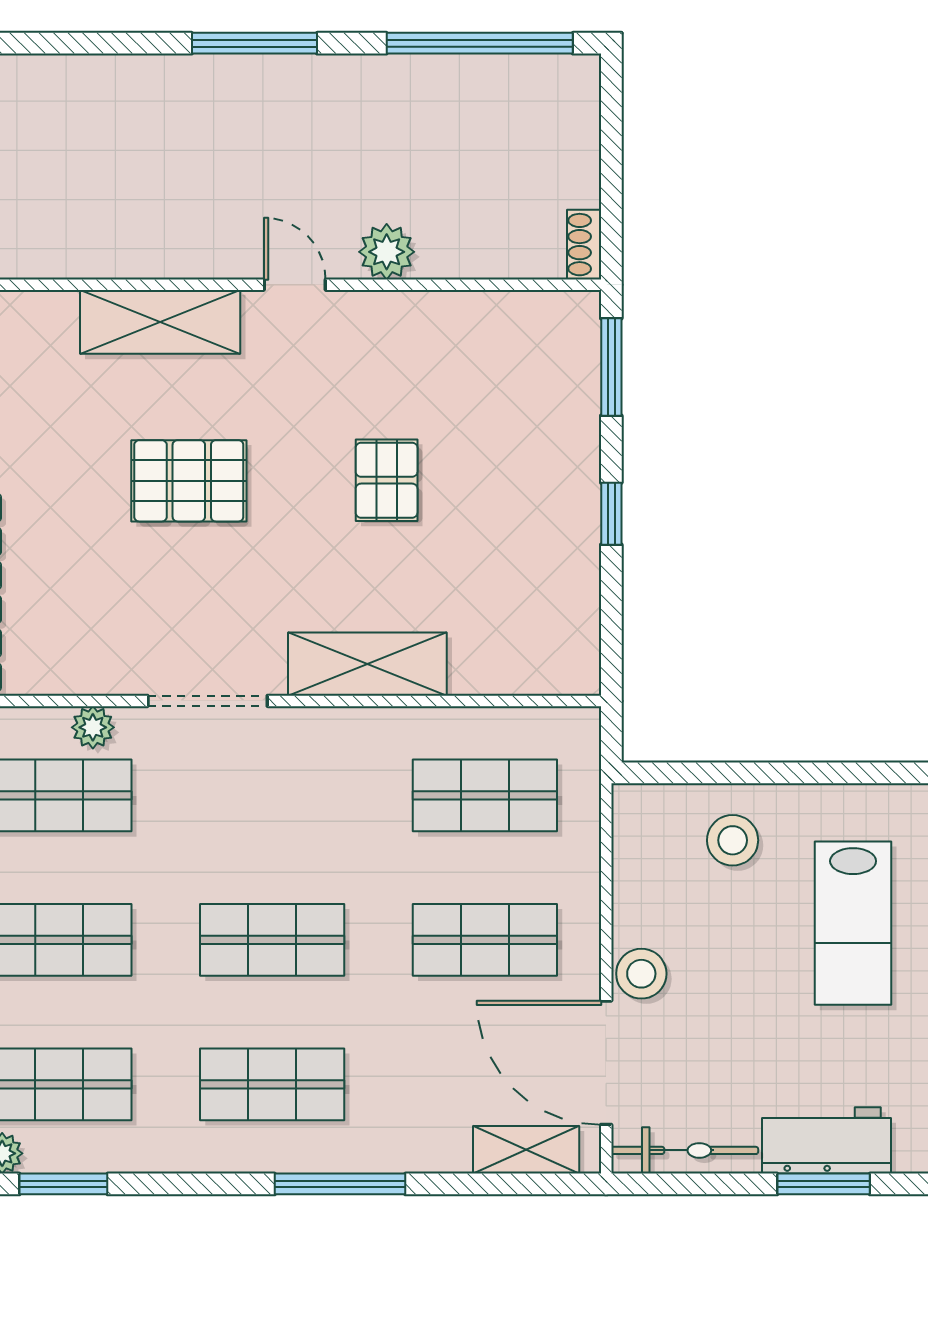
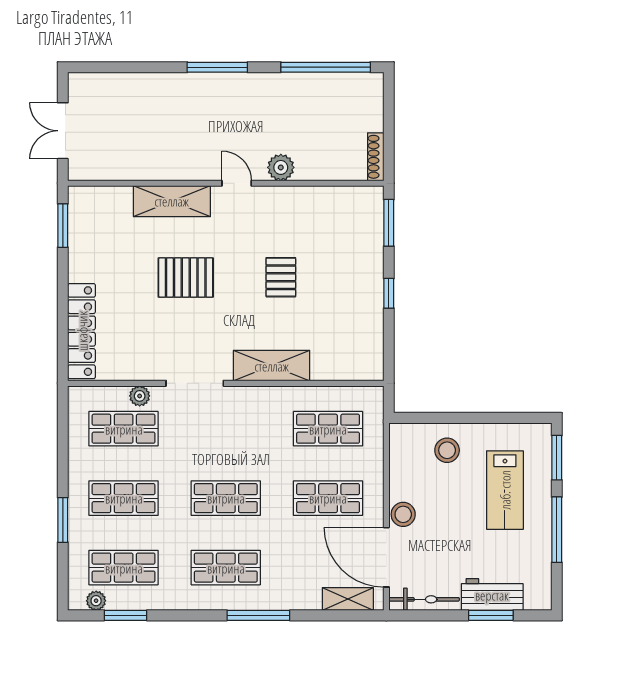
shoe rack: (584, 245) -> (376, 157), width x1.43

